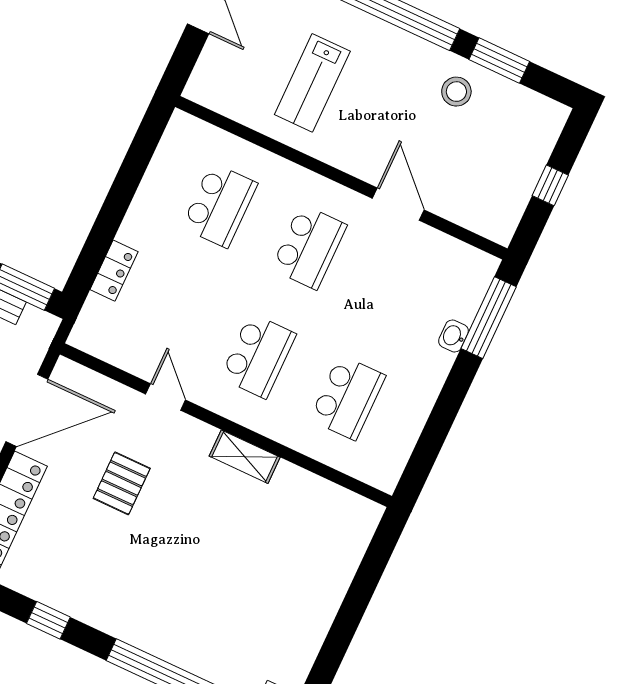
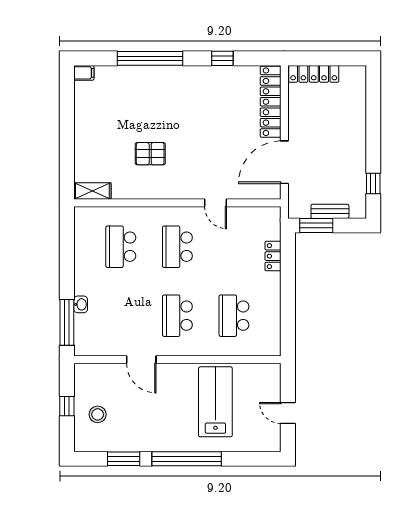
lab bench: (312, 83) -> (215, 402), width x1.36, depth x1.39
stool: (456, 92) -> (98, 414), moved
shelving: (245, 457) -> (92, 191), moved
pallet: (122, 483) -> (150, 154), moved, turned 90

